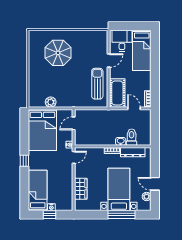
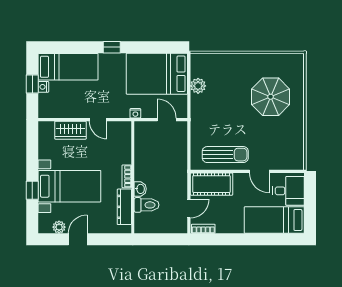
door: (74, 157) -> (98, 120), moved
window: (122, 215) -> (32, 190), width x0.46

